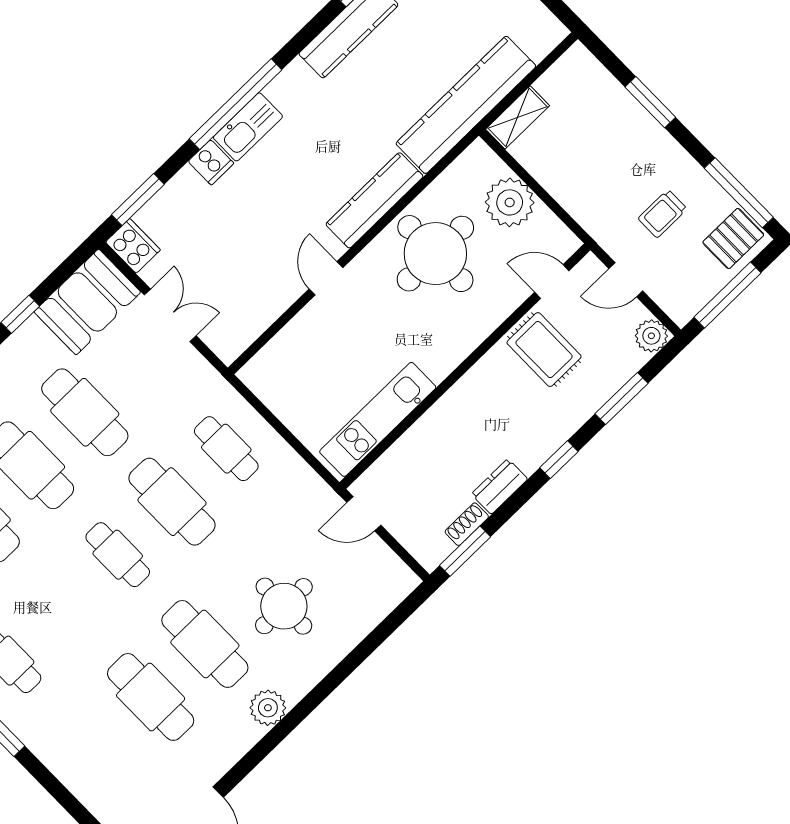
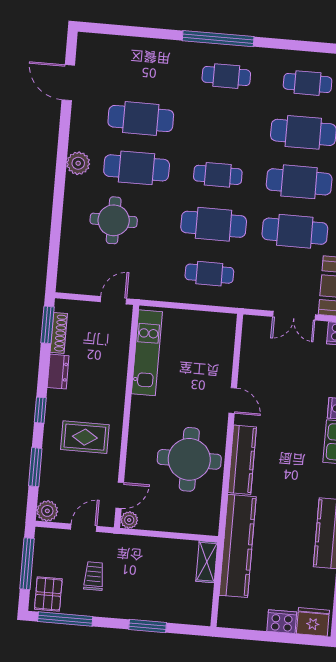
plant: (510, 202) -> (129, 520), moved, width x0.53, depth x0.53
rug: (544, 350) -> (85, 437), moved
shoe rack: (467, 524) -> (59, 333), width x1.43

